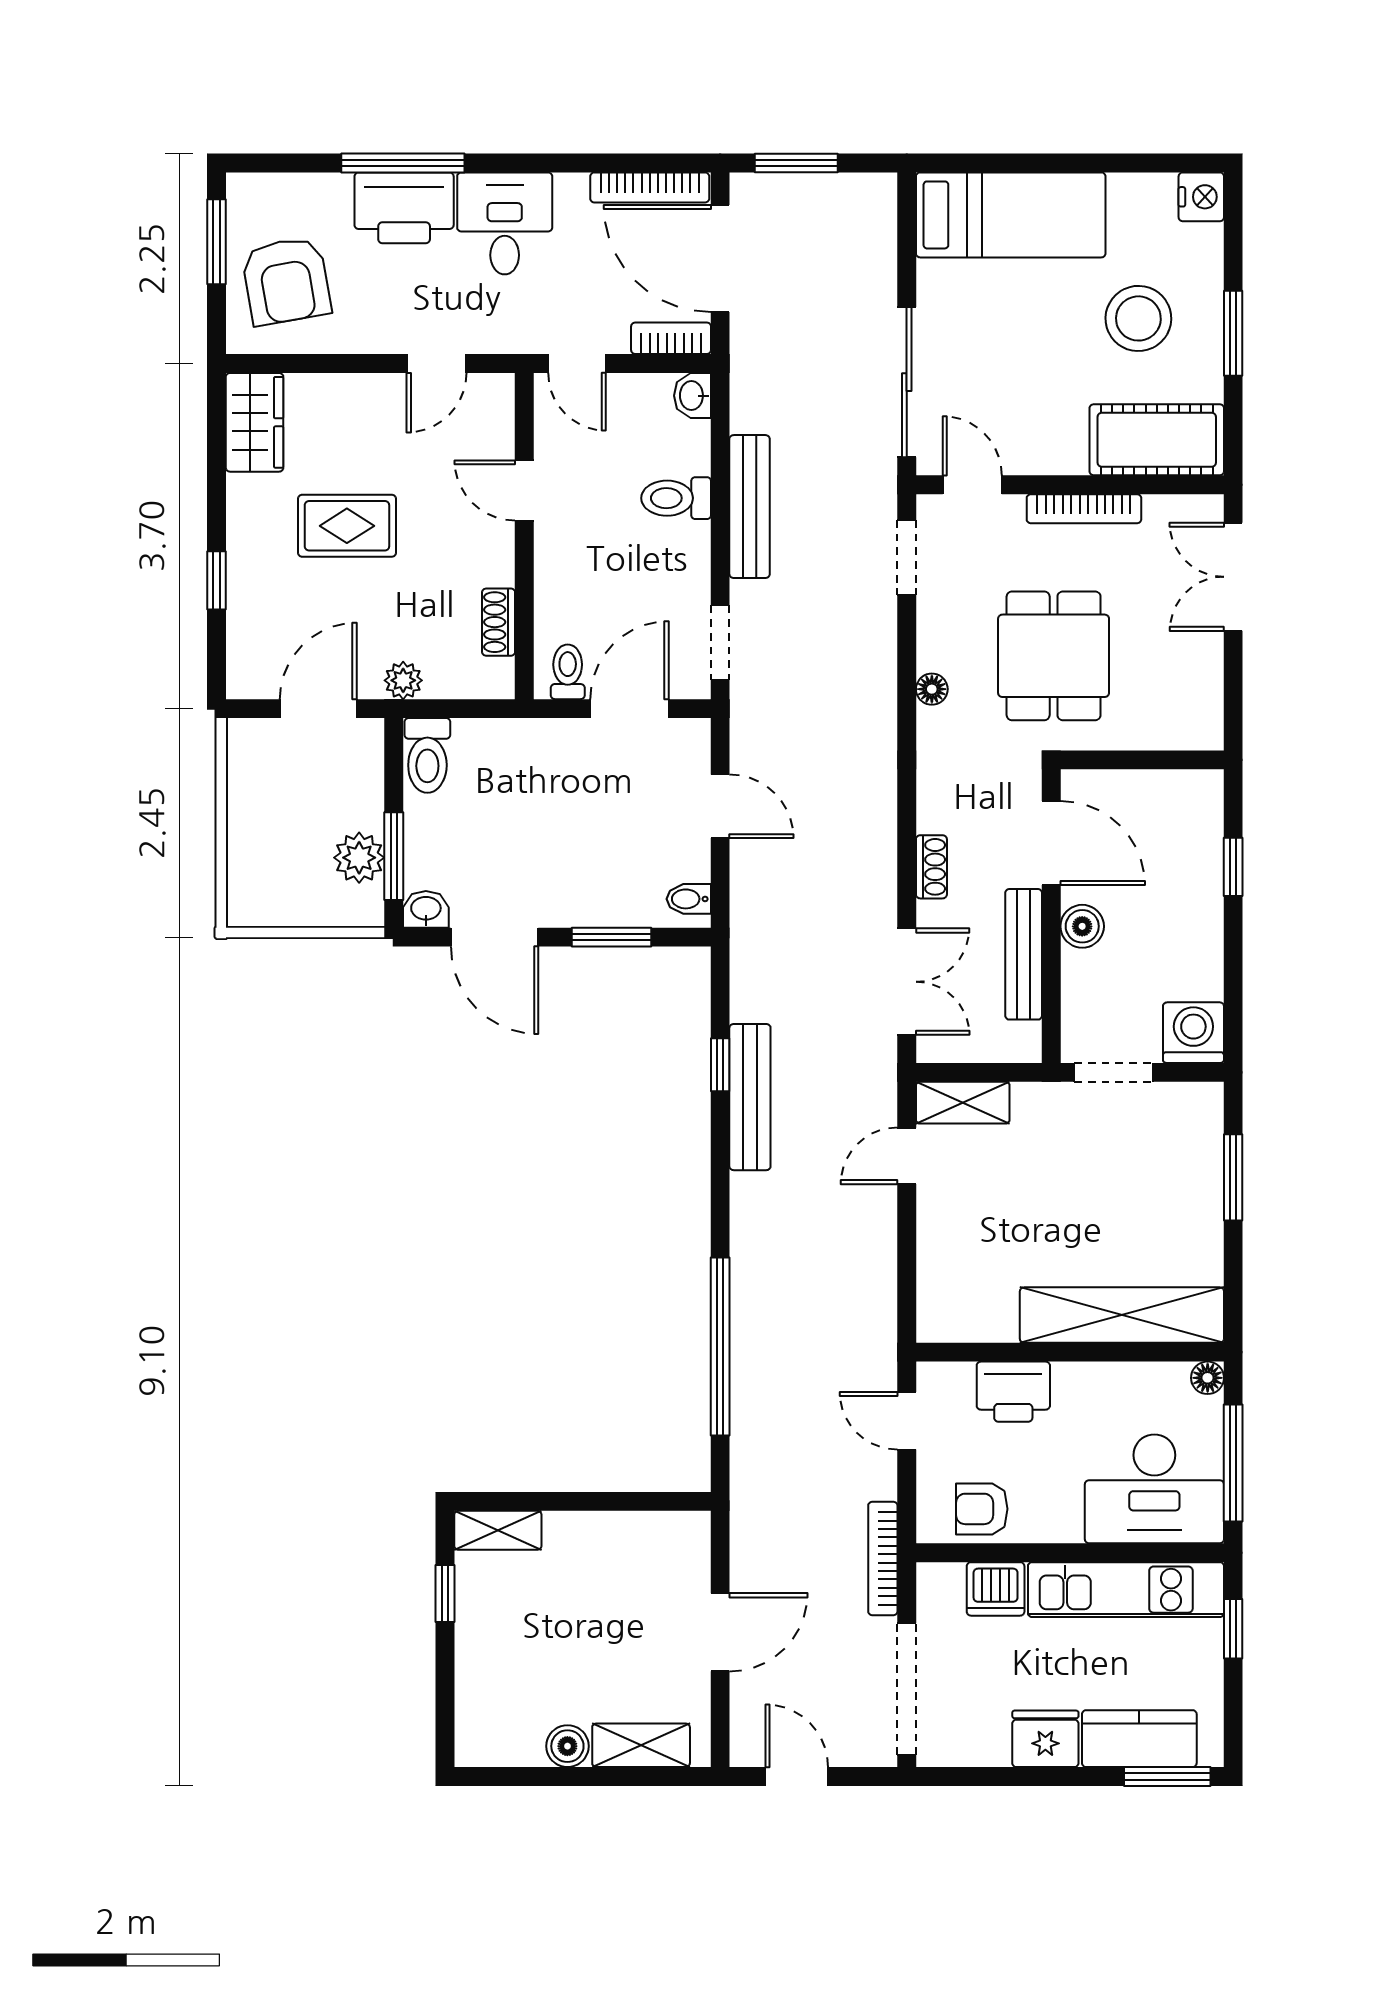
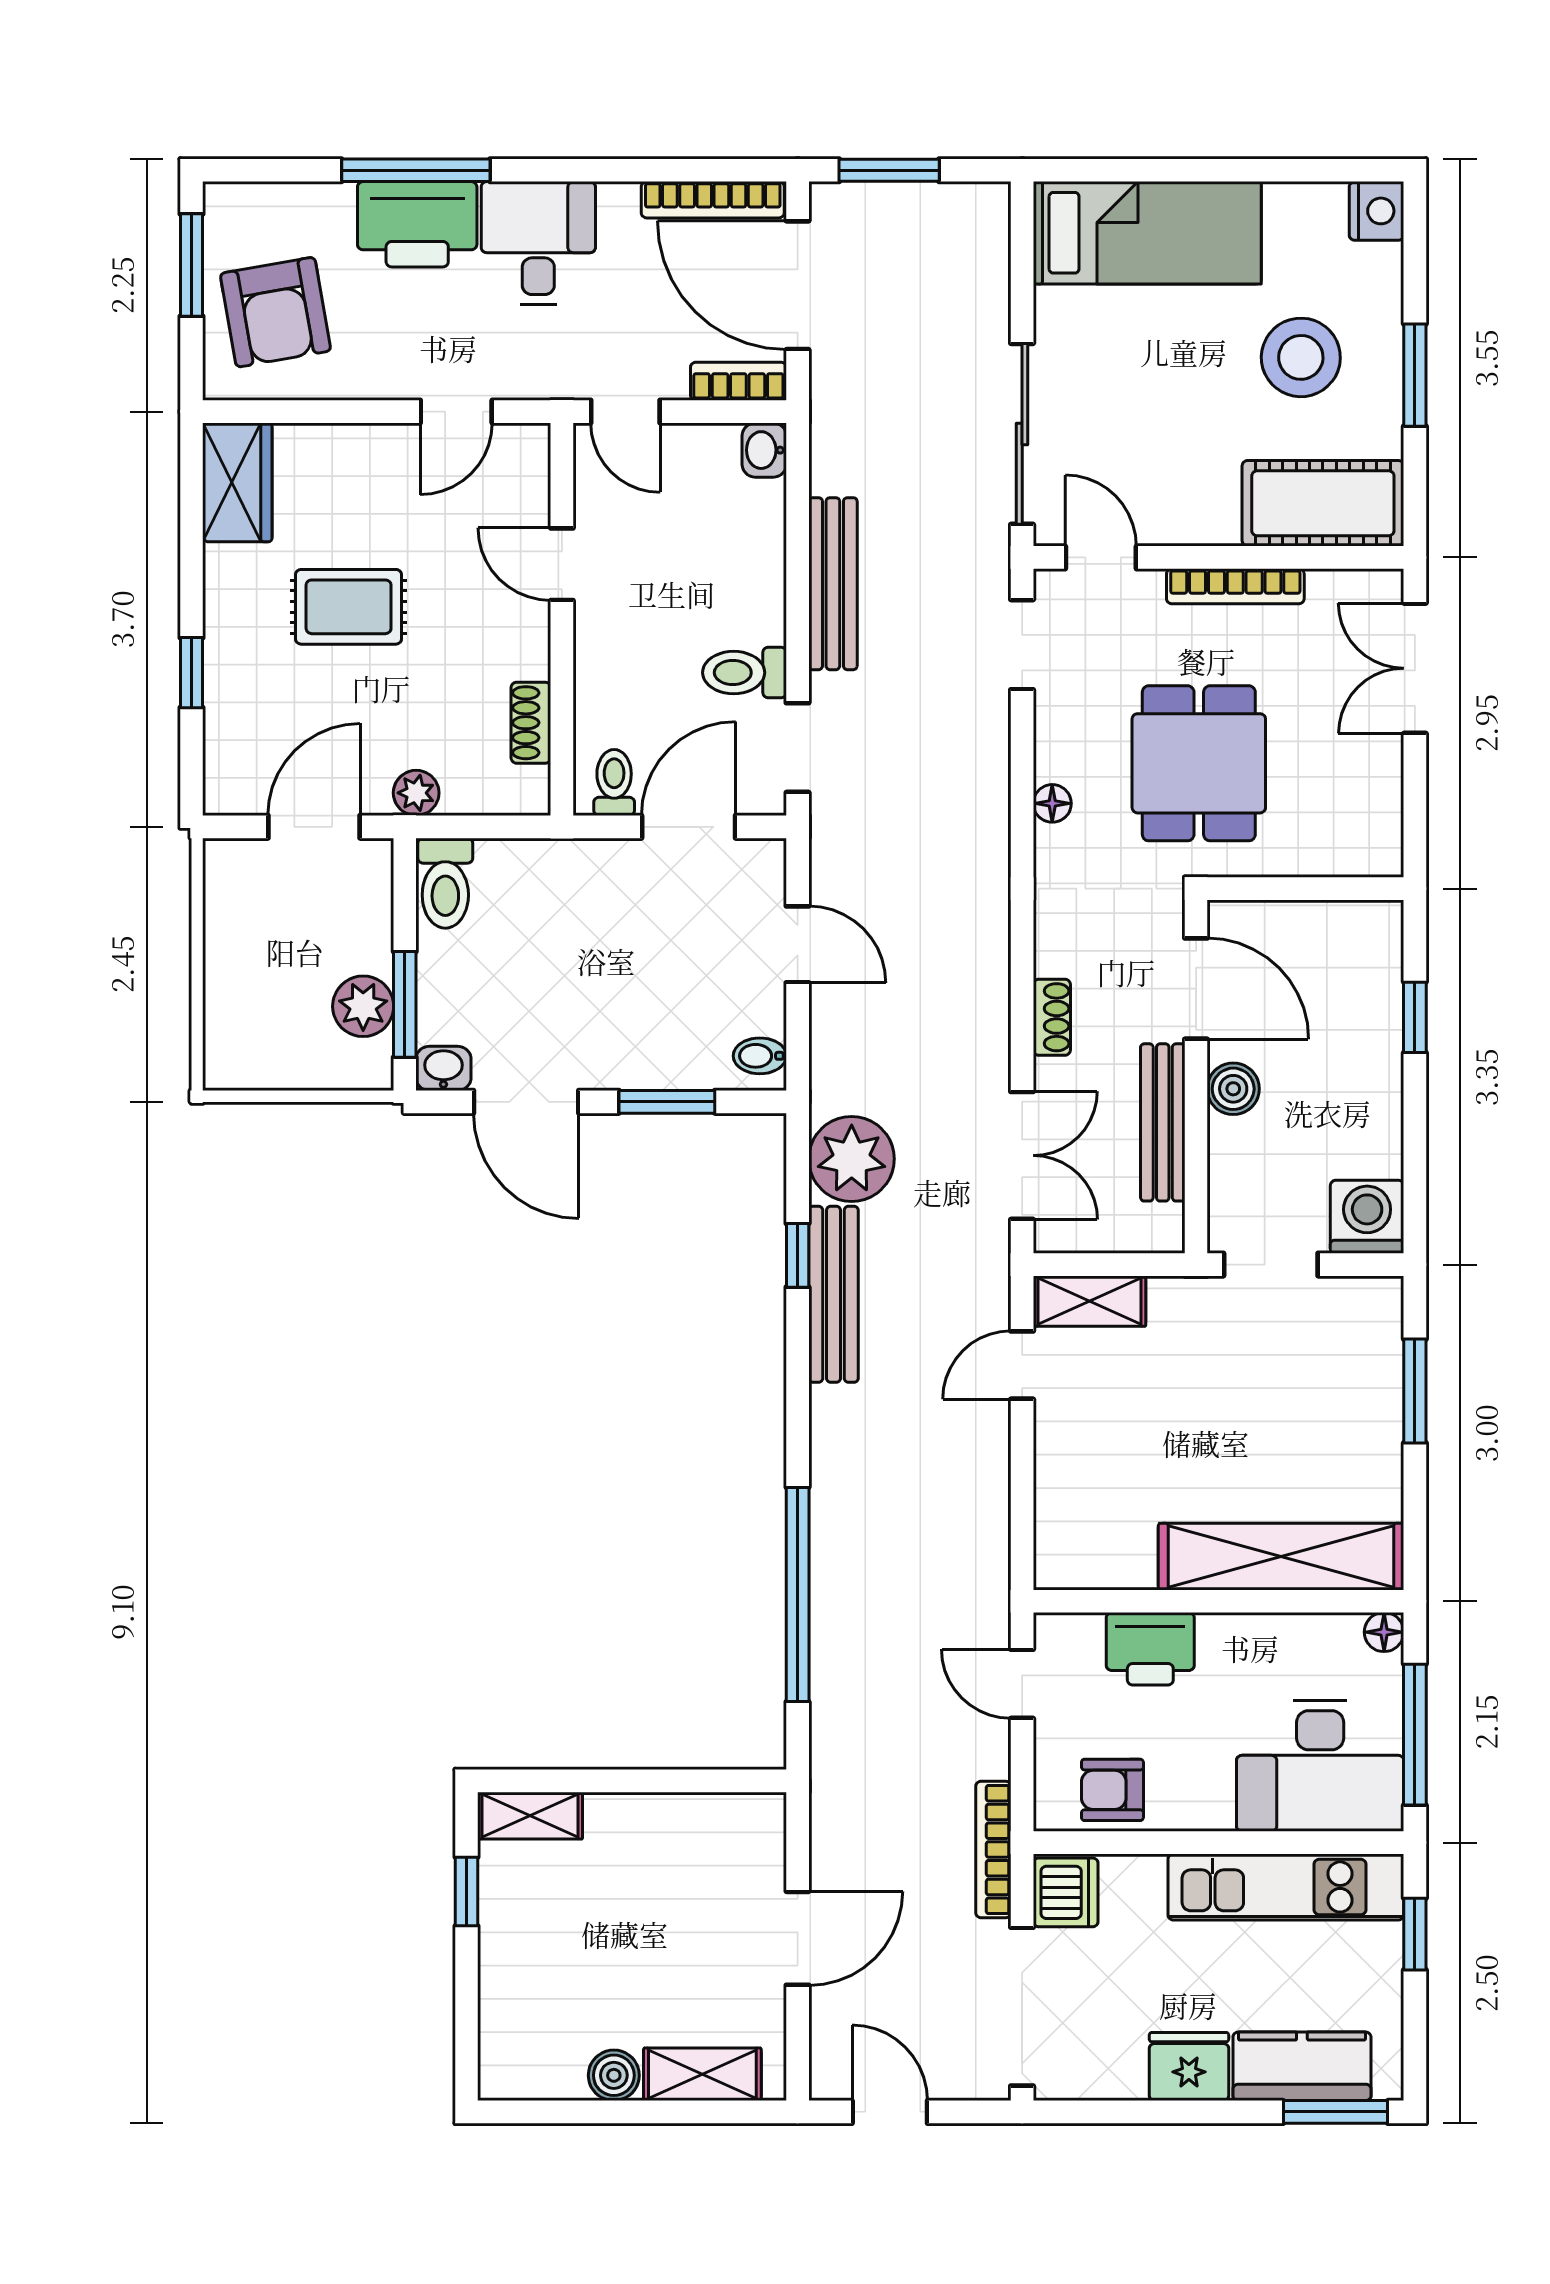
toilet: (676, 498) -> (745, 673), moved
plant: (765, 985) -> (852, 1159), added
dishwasher: (996, 1589) -> (1066, 1892), moved, turned -90

